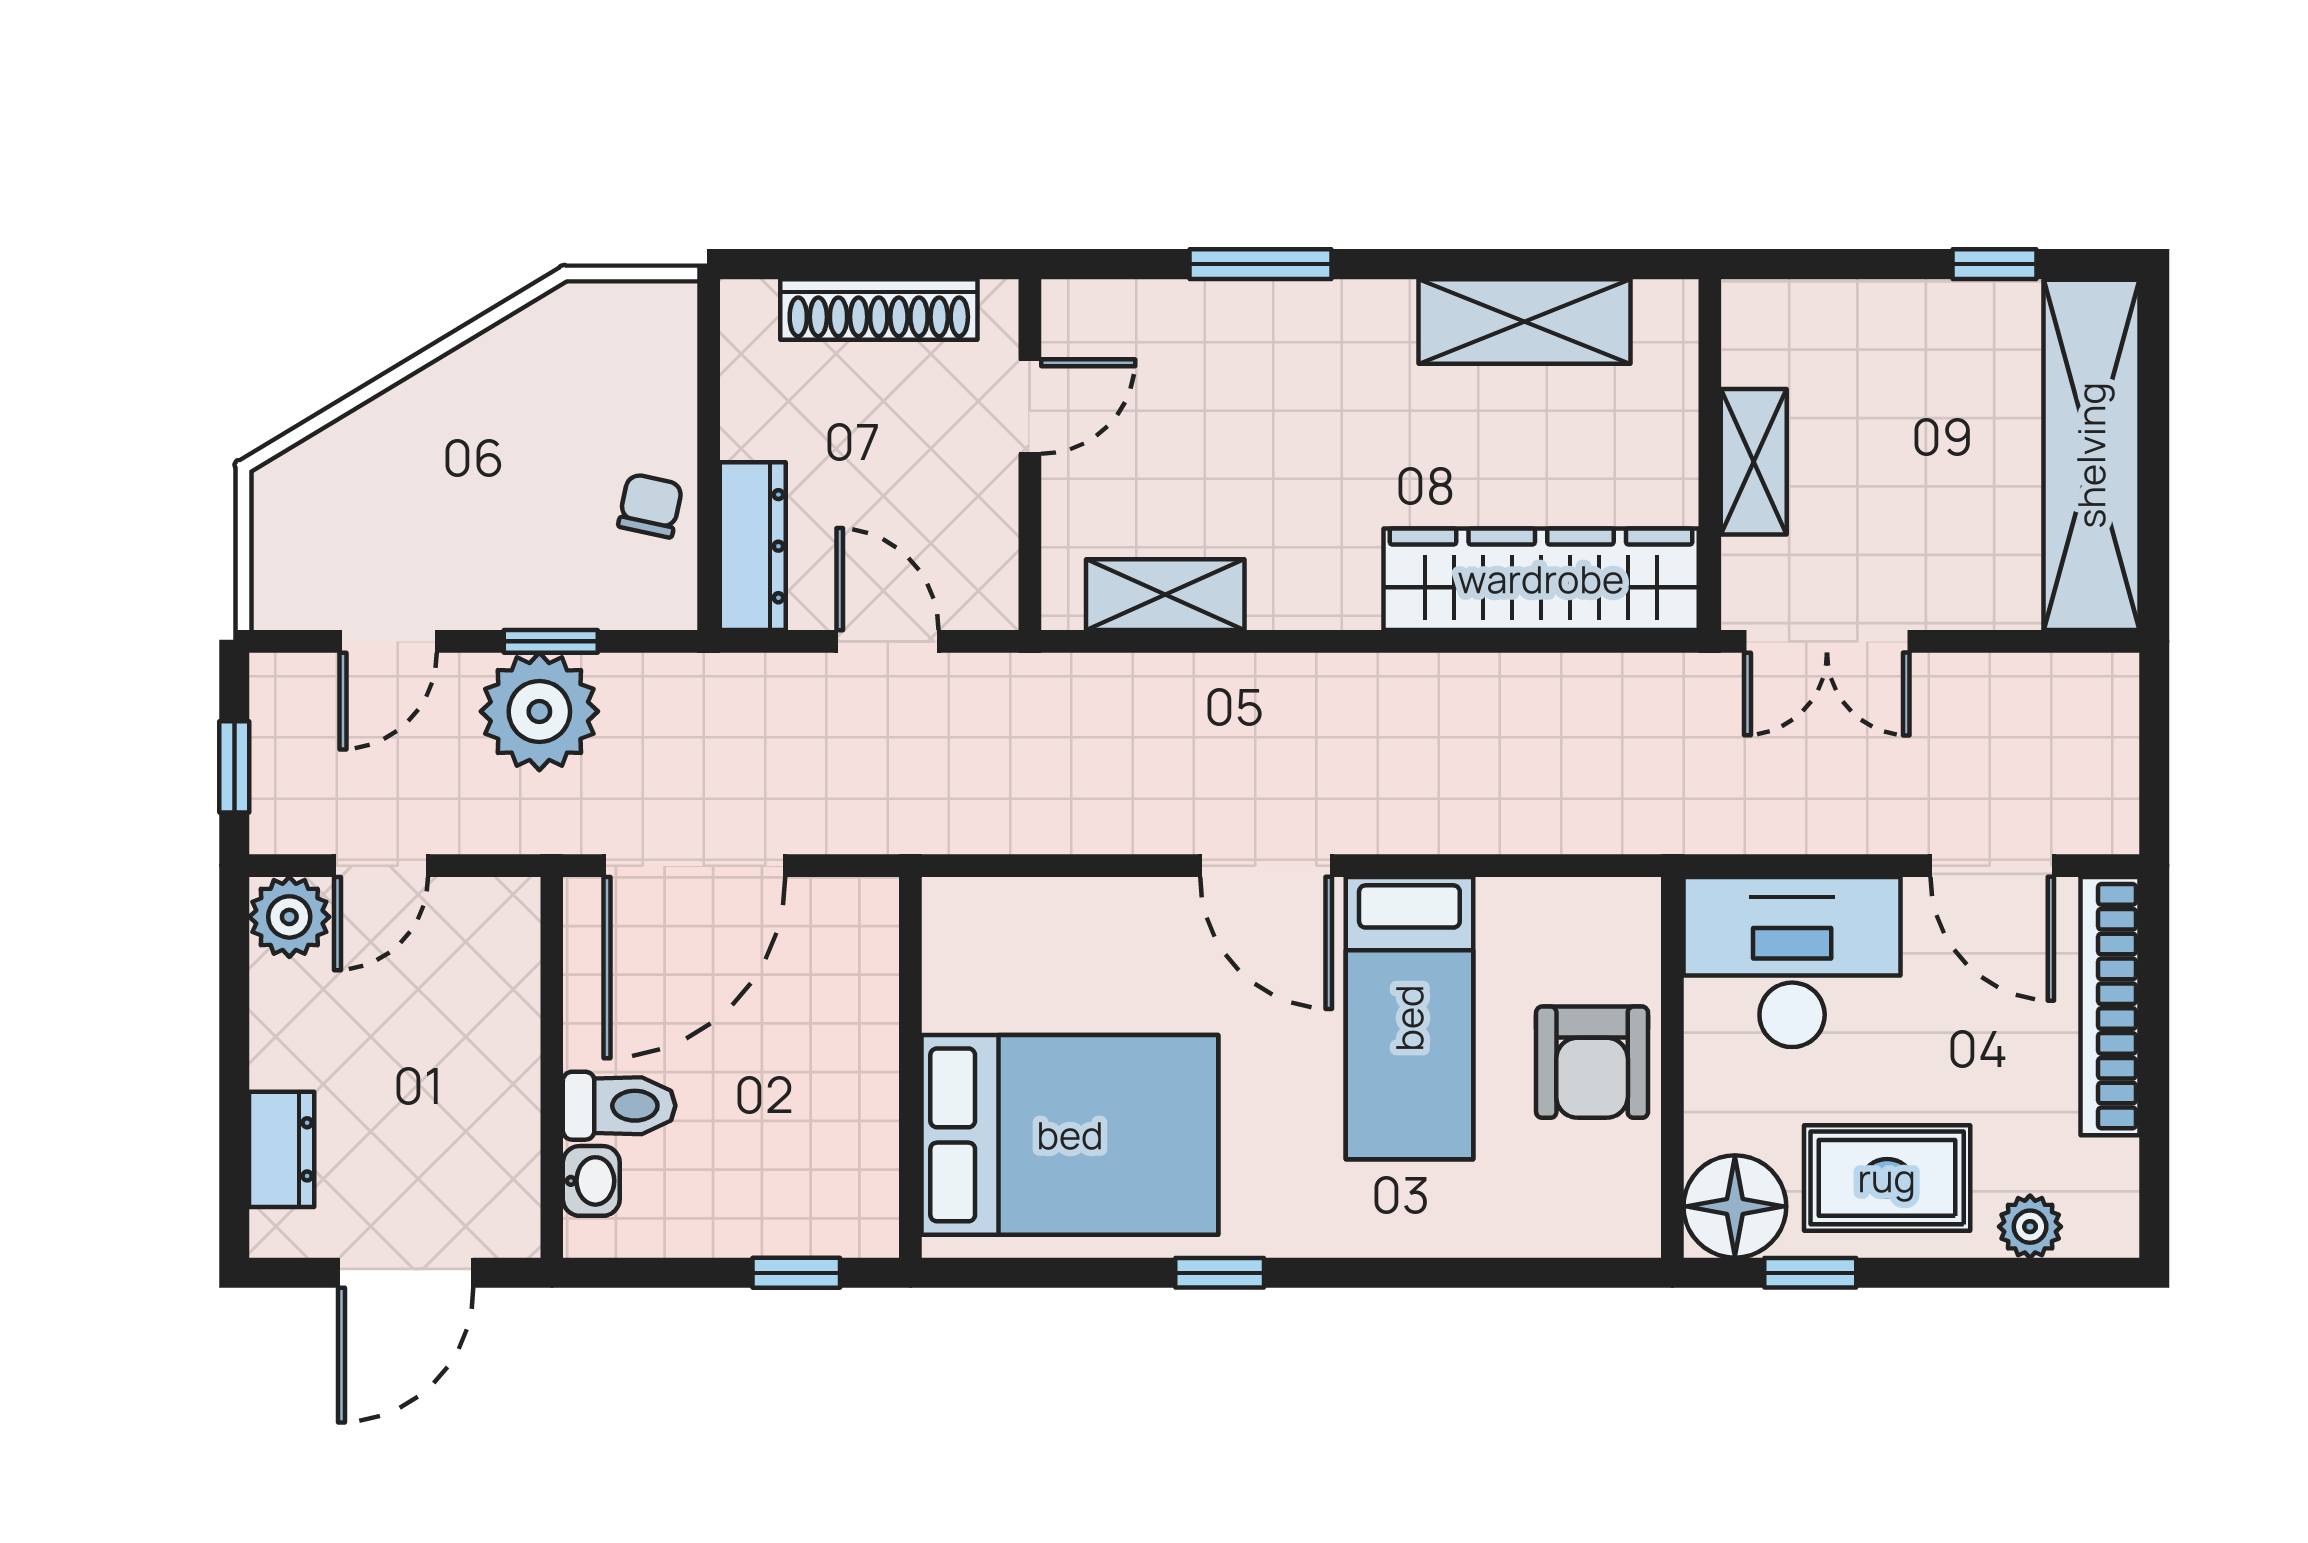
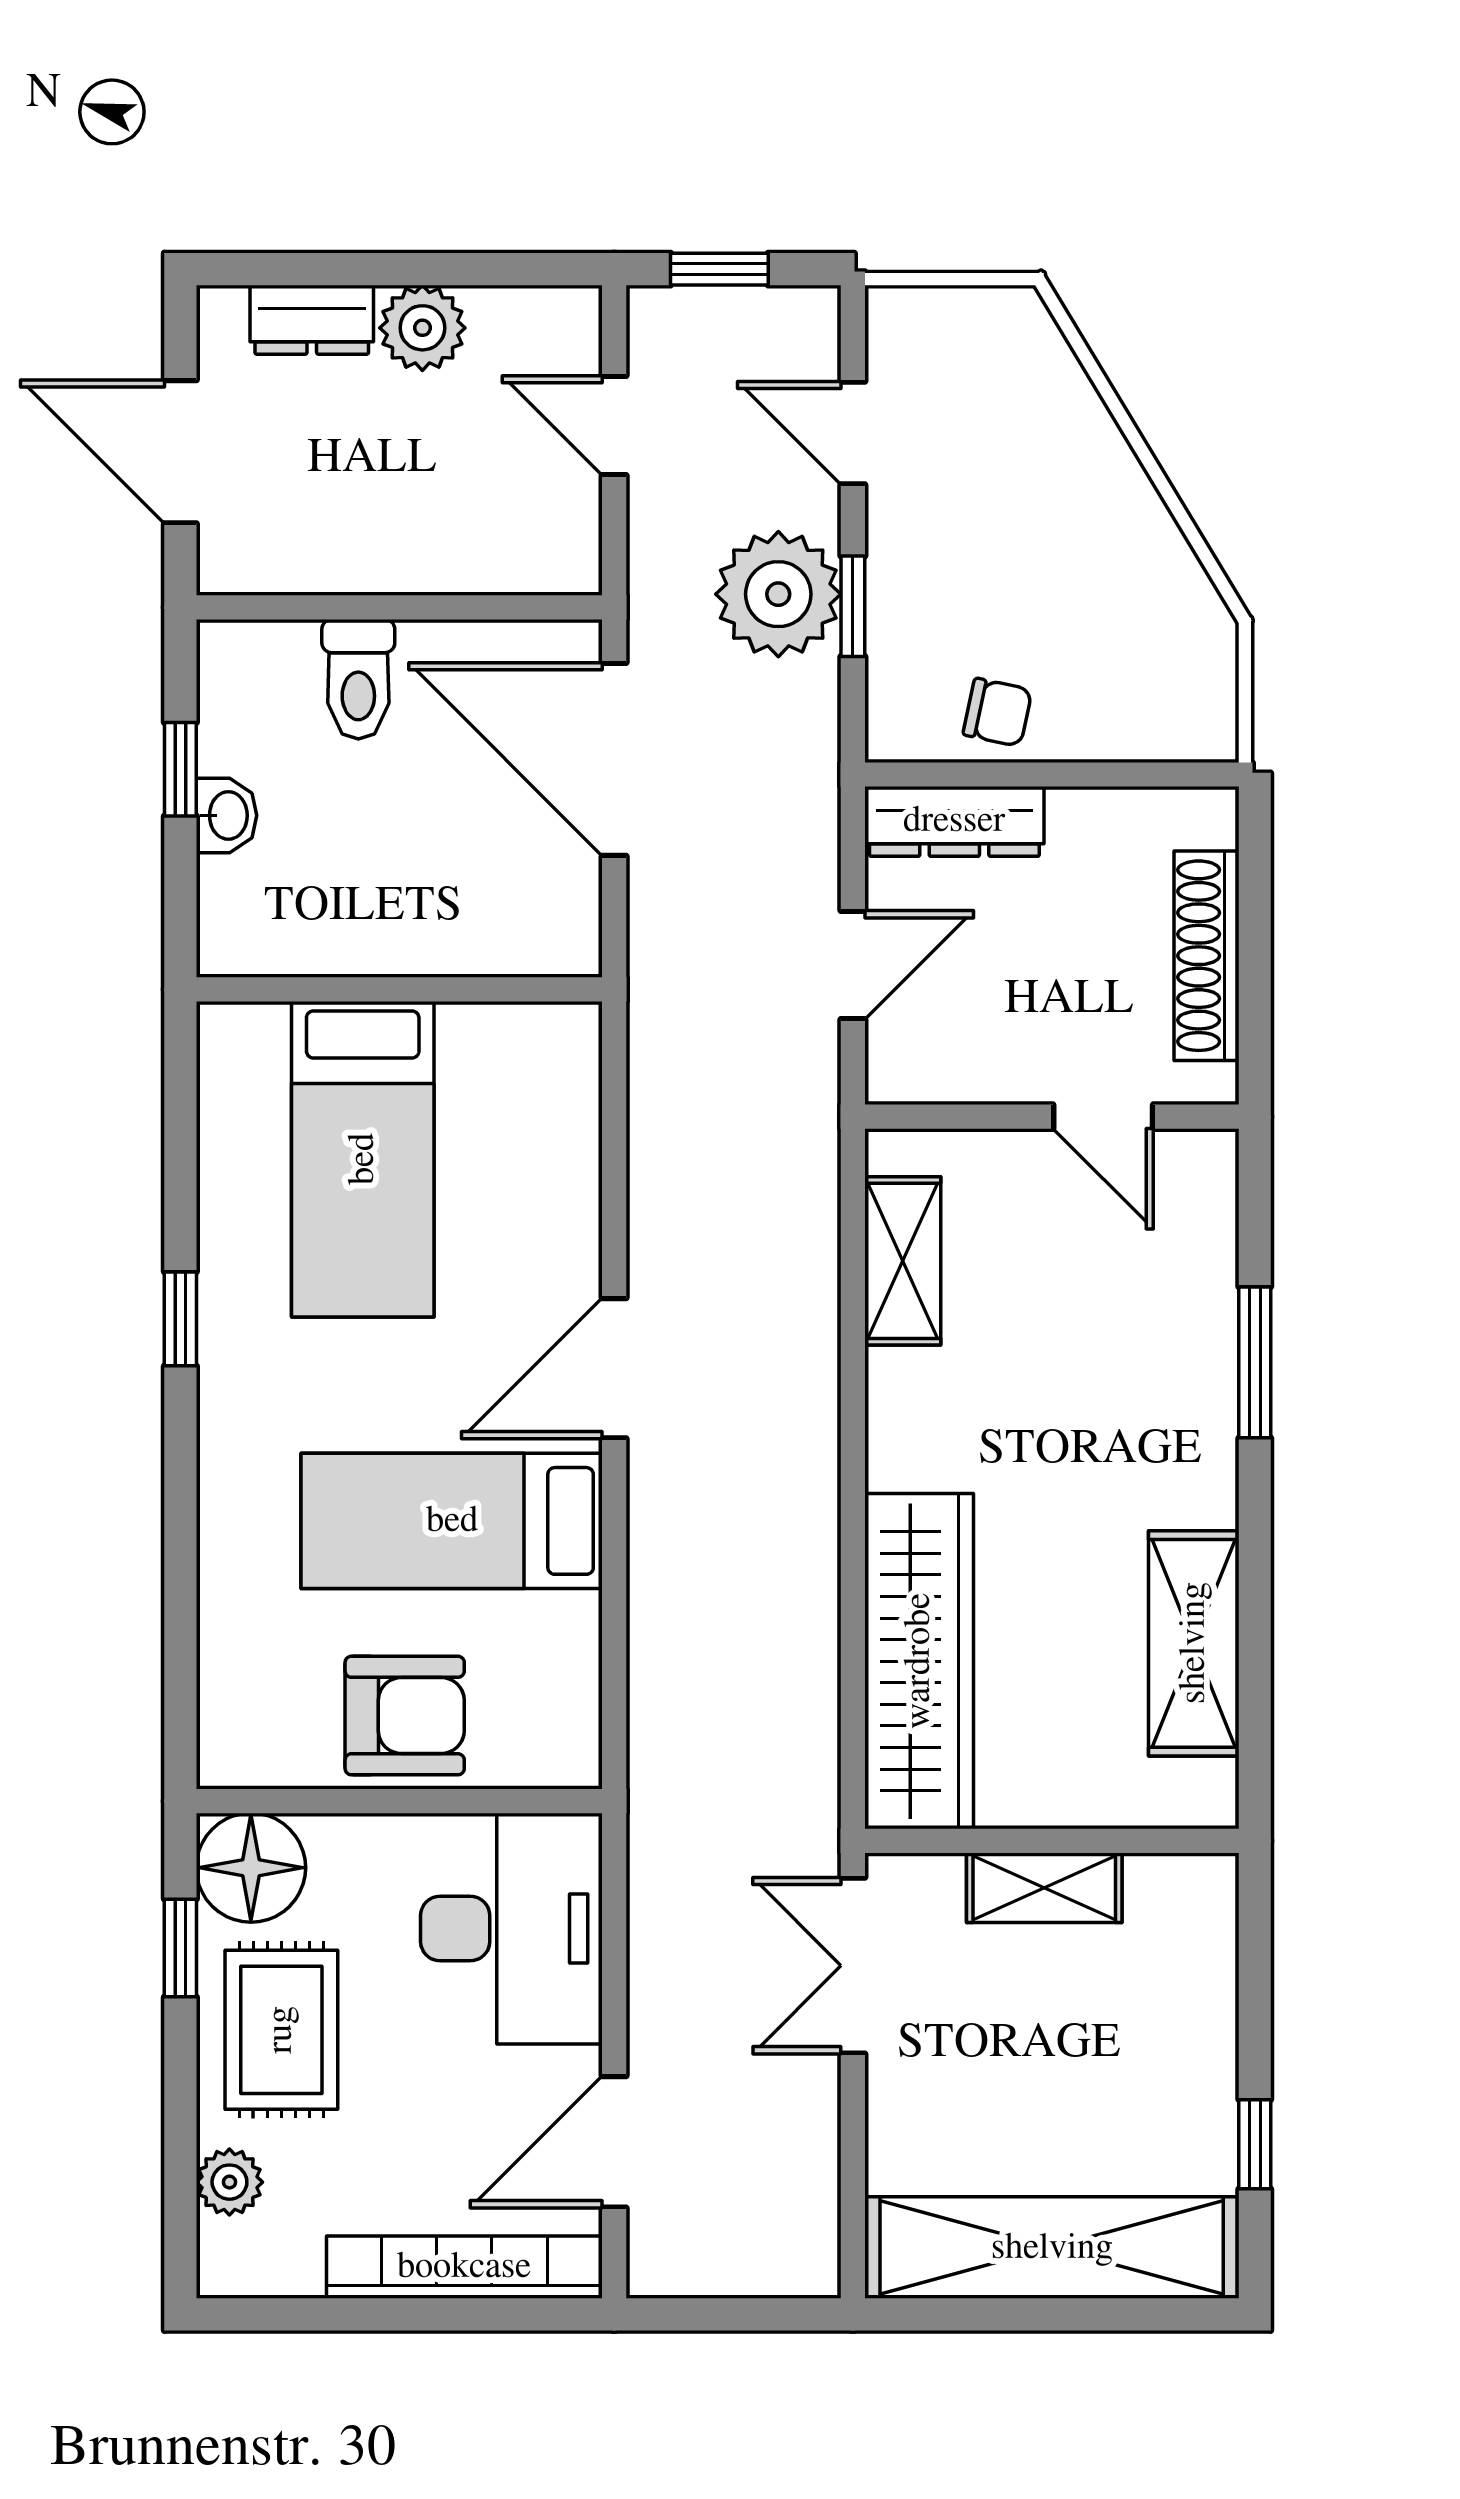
plant: (289, 917) -> (422, 328), moved
armchair: (1592, 1062) -> (405, 1716), turned 180
bed: (1070, 1135) -> (363, 1159), width x0.67
washbasin: (591, 1181) -> (227, 815), moved, turned -90
window: (796, 1273) -> (180, 769), moved

